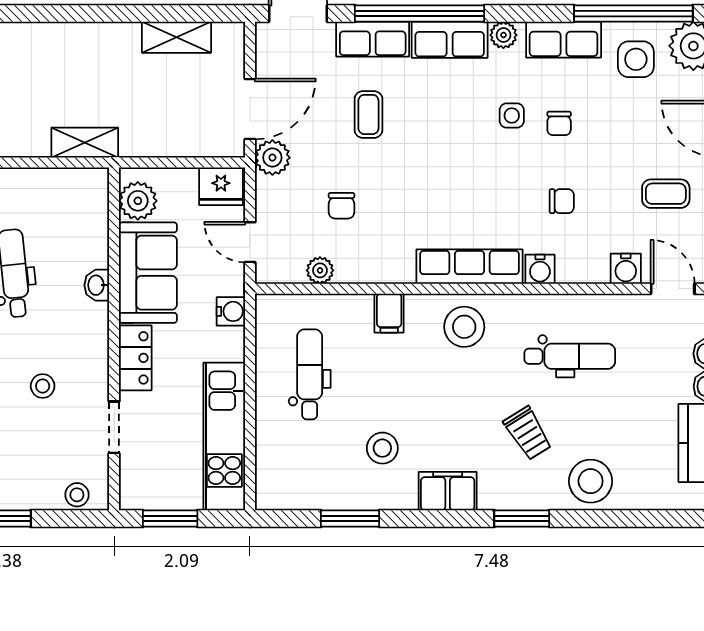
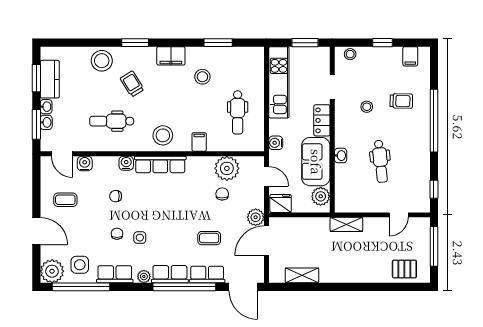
coffee table: (368, 114) -> (209, 238), turned 90
plant: (320, 270) -> (227, 168), width x1.88, depth x1.88

